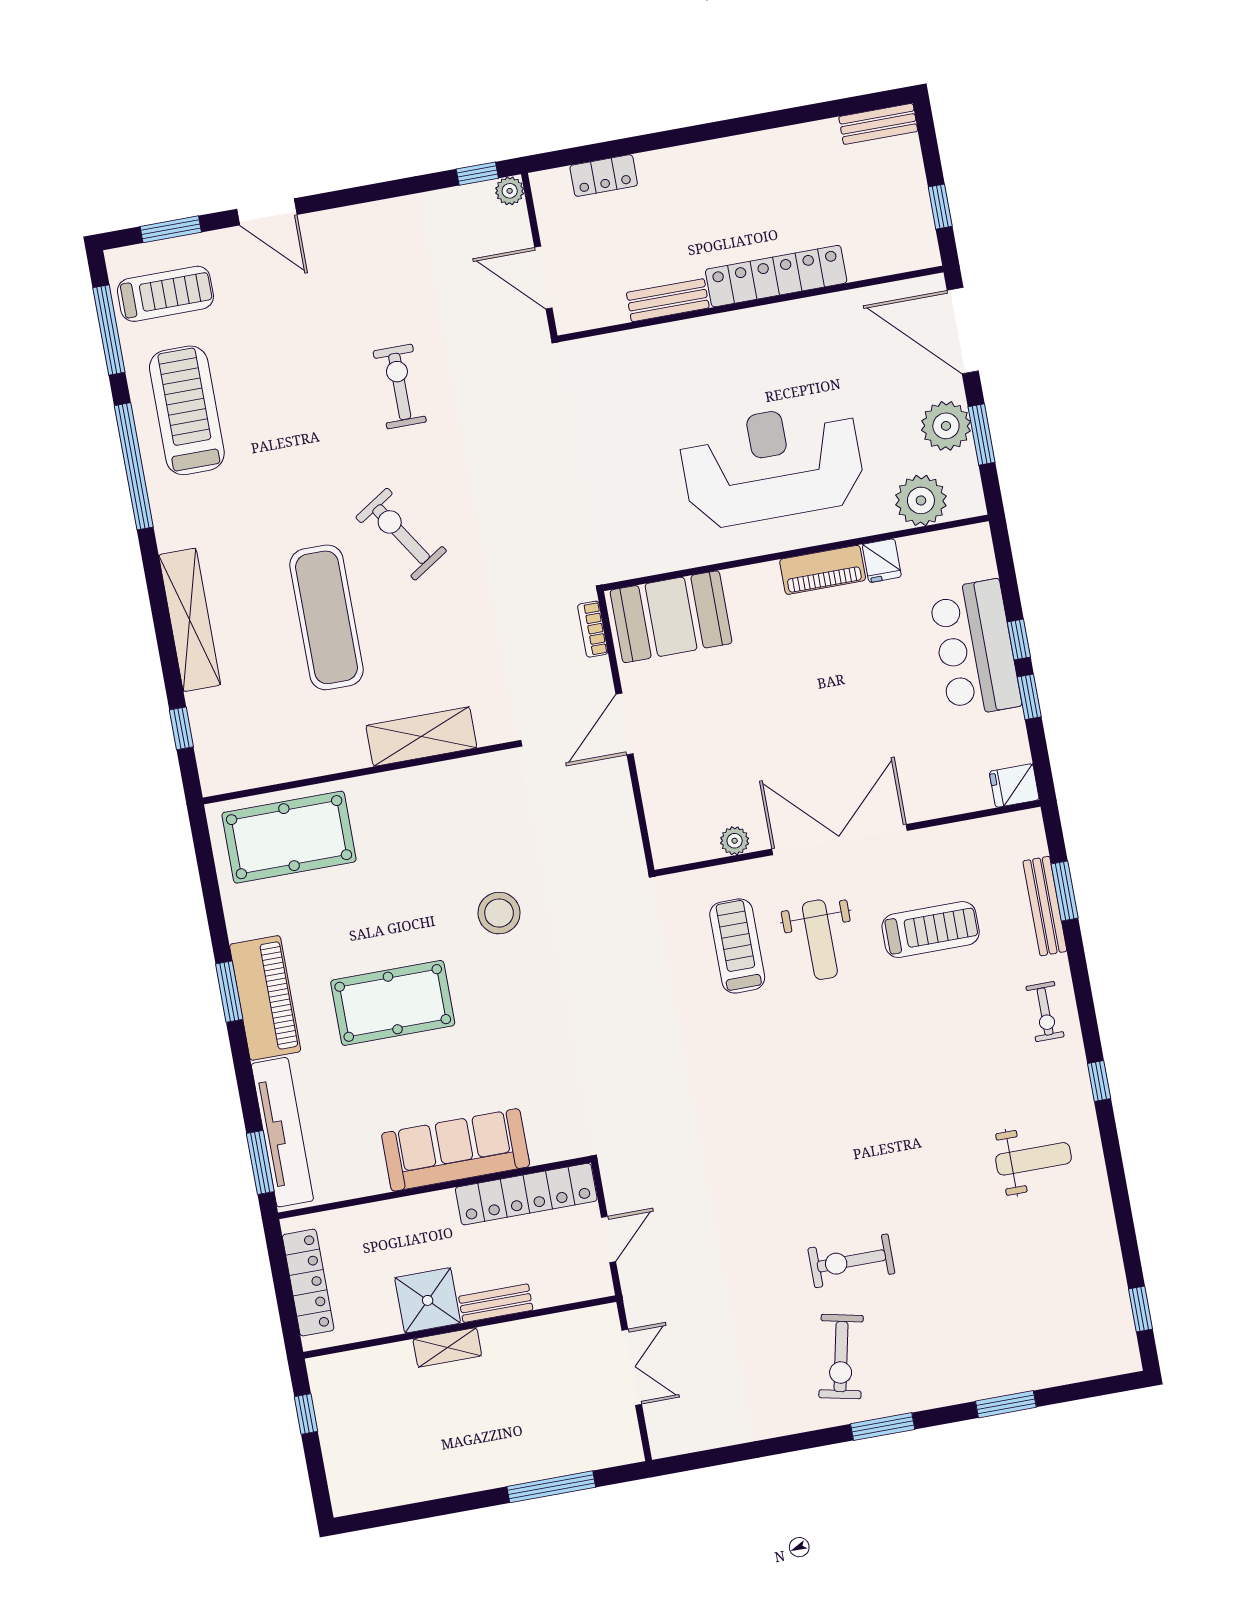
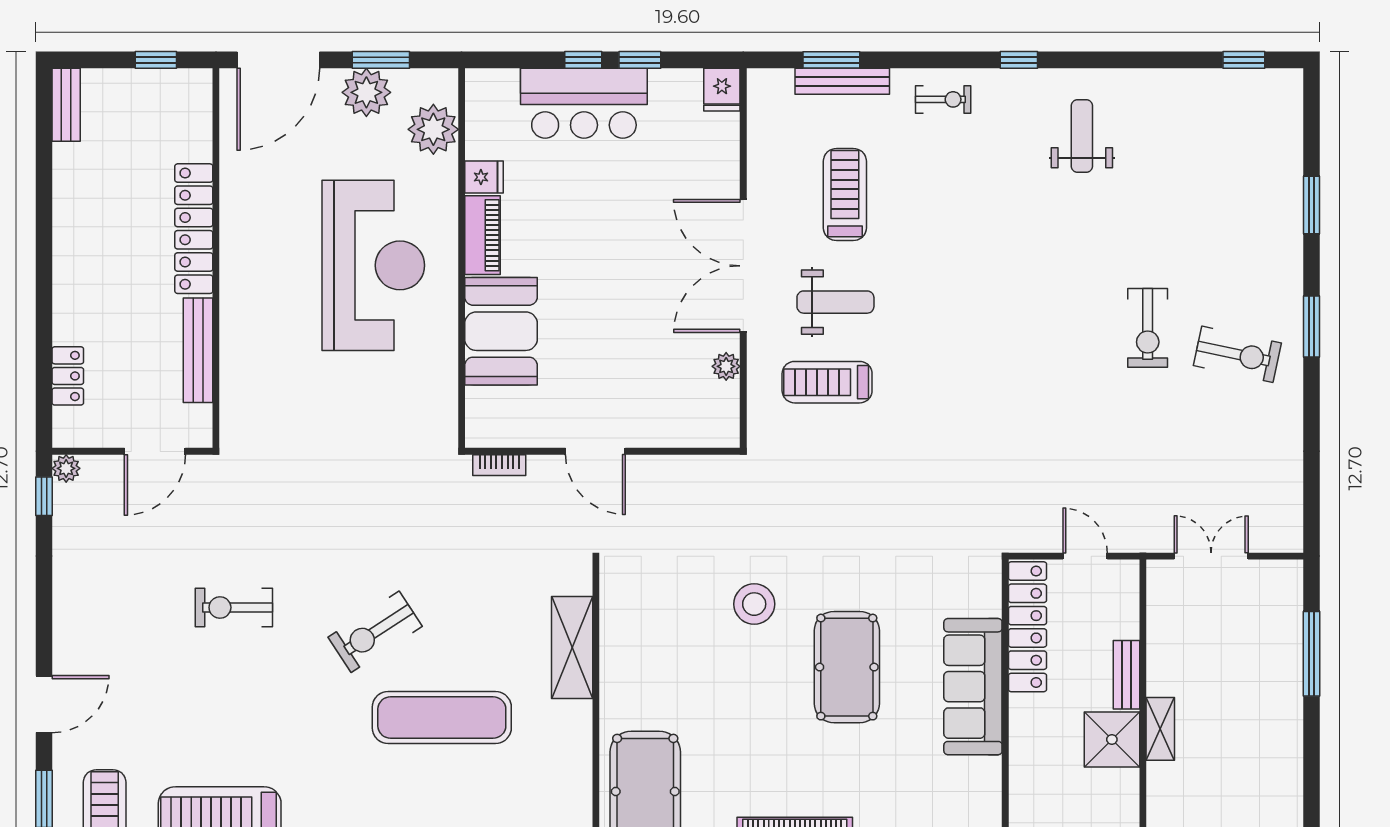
bench: (668, 300) -> (198, 350), width x1.36
reception desk: (772, 465) -> (373, 265), turned 180
booth: (671, 617) -> (501, 331), moved
pool table: (393, 1003) -> (847, 667), moved

